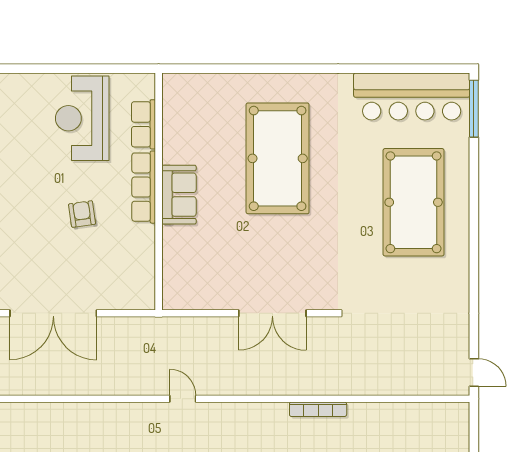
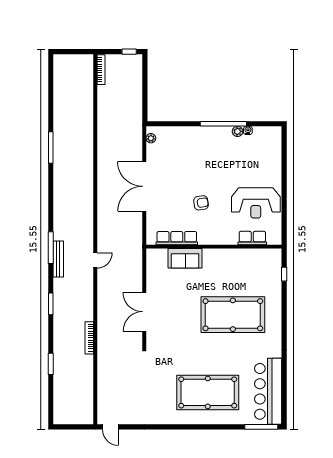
window: (207, 69) -> (284, 274), added
reception desk: (82, 118) -> (256, 203), turned 180
row of seats: (144, 187) -> (177, 238), moved
sofa: (179, 195) -> (185, 258), moved
door: (474, 372) -> (110, 427), hinge flipped

